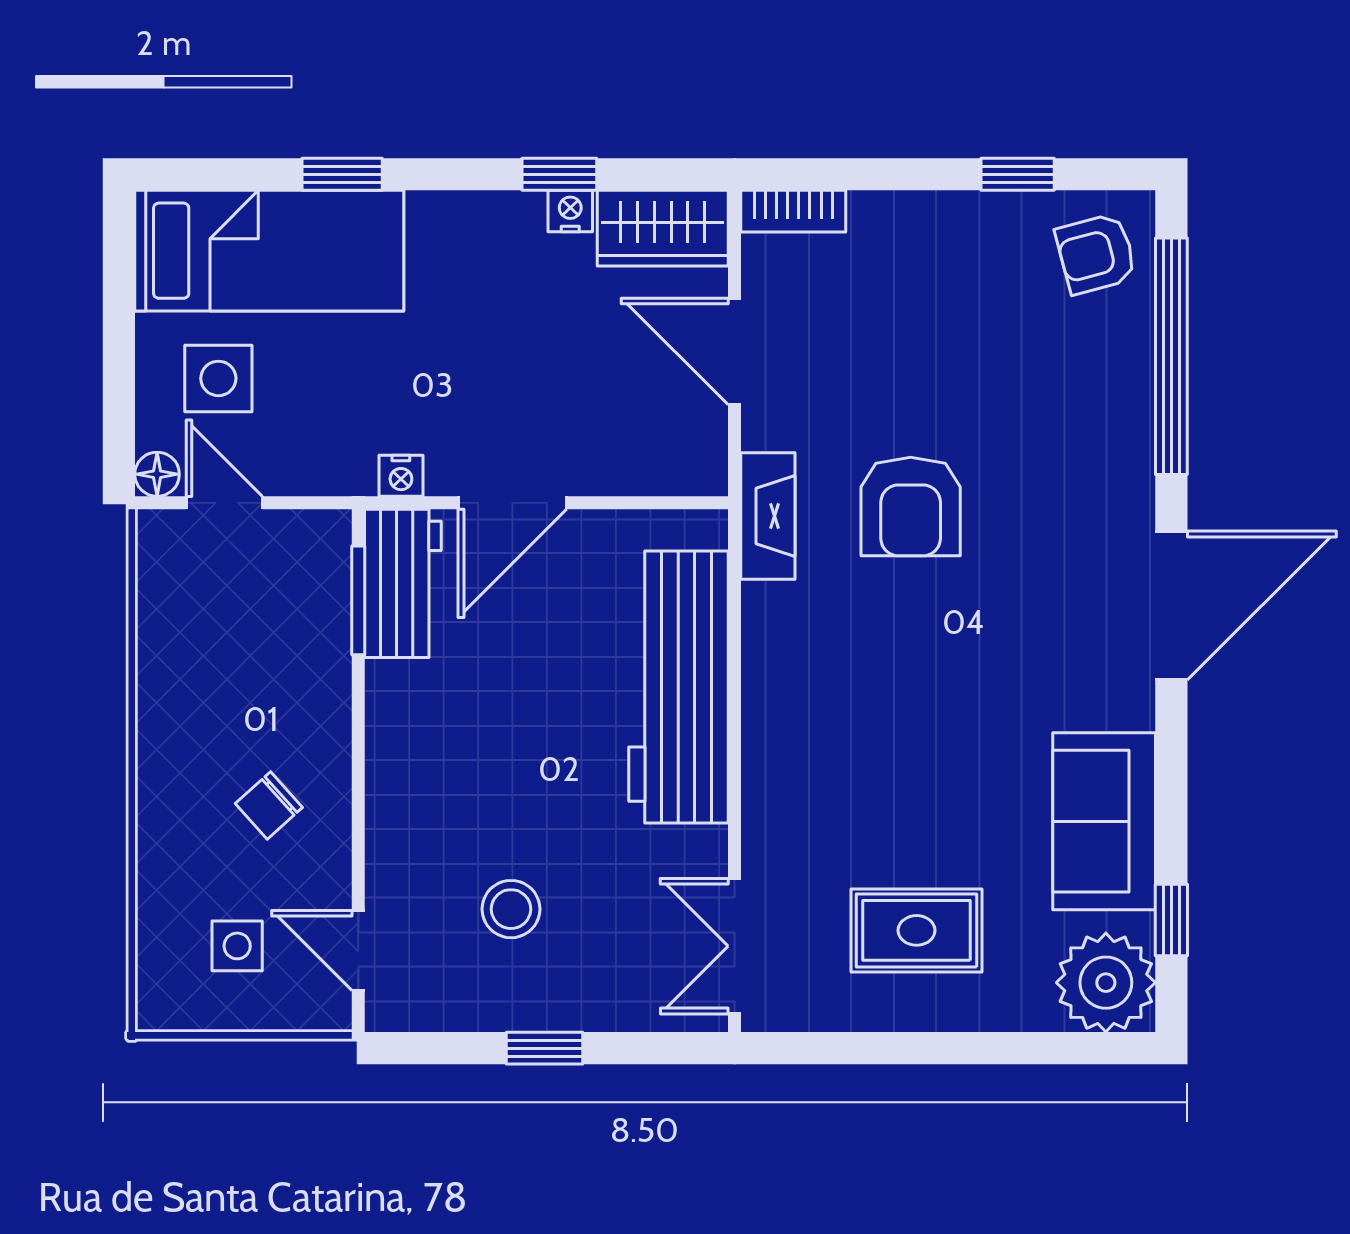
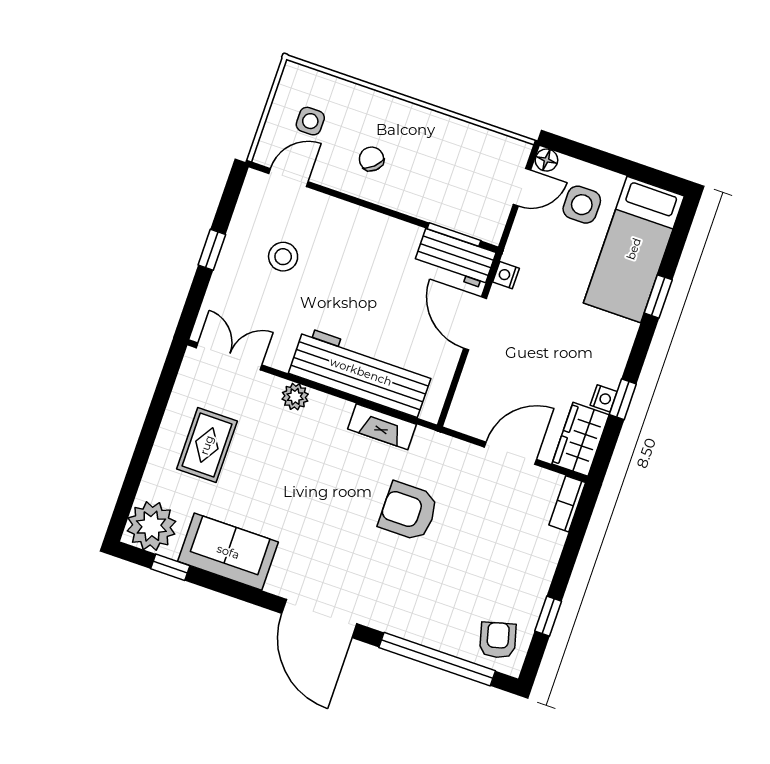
fireplace: (768, 516) -> (382, 427), moved
plant: (768, 795) -> (295, 397), added

